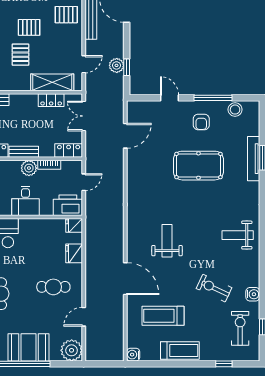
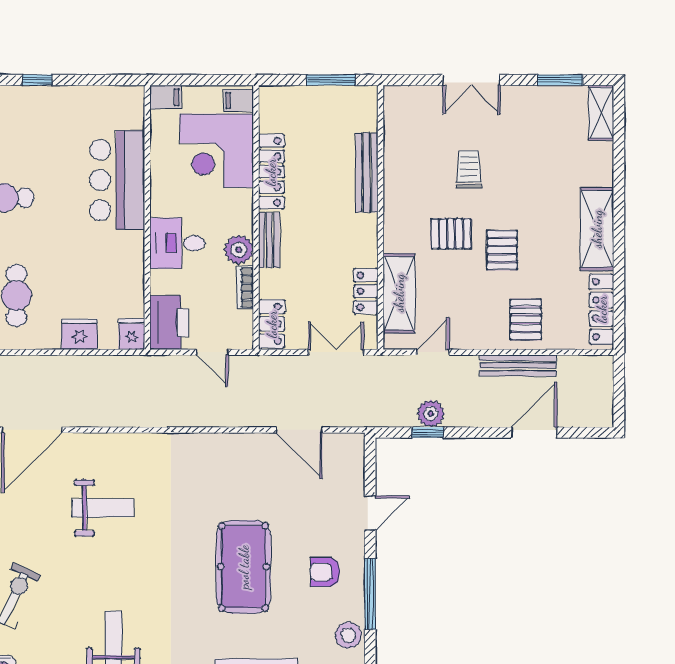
door: (84, 64) -> (433, 352), swing flipped

